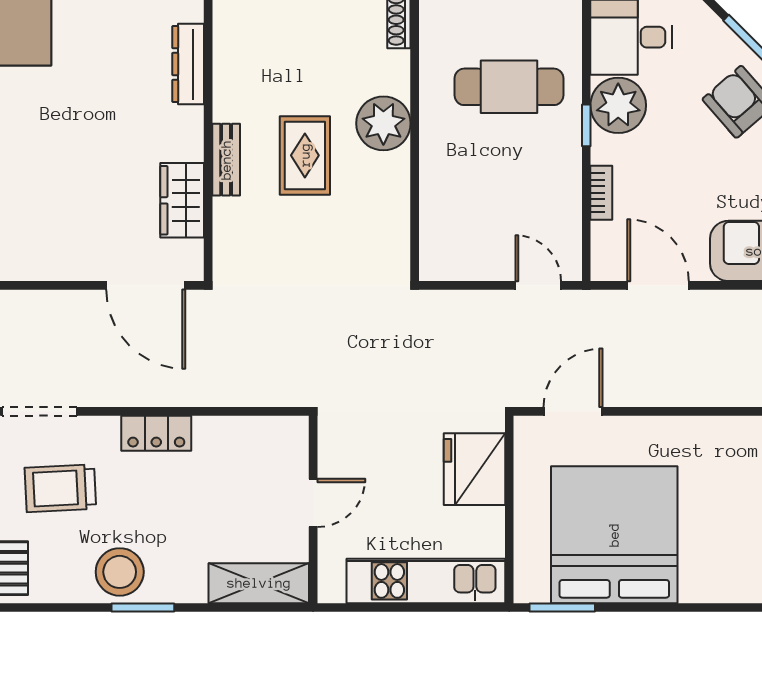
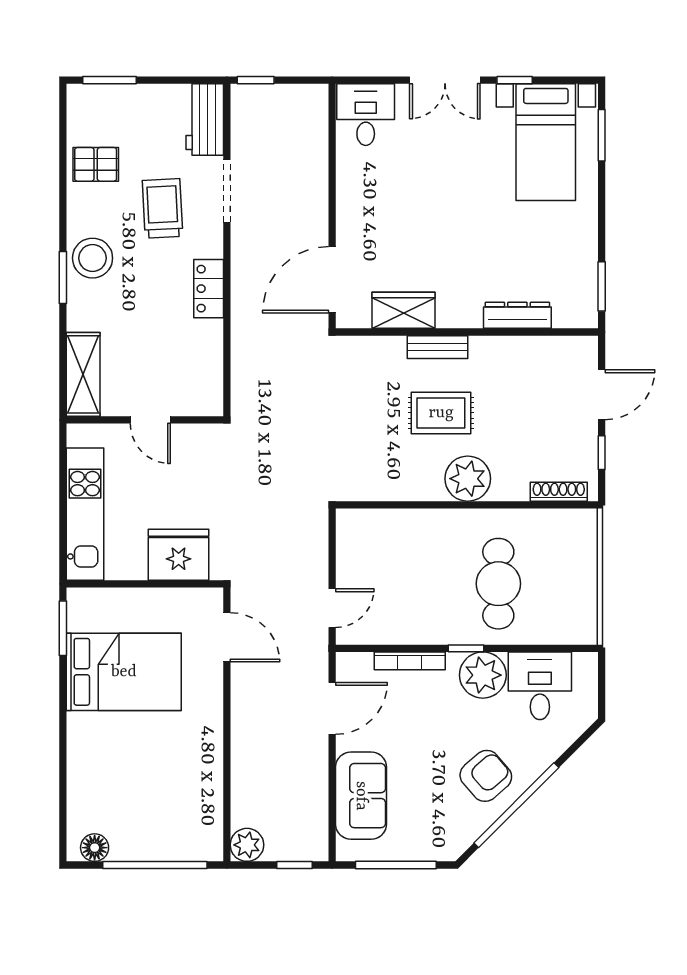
bookcase: (601, 193) -> (410, 661), width x1.56
bed: (614, 535) -> (124, 672), width x0.73

